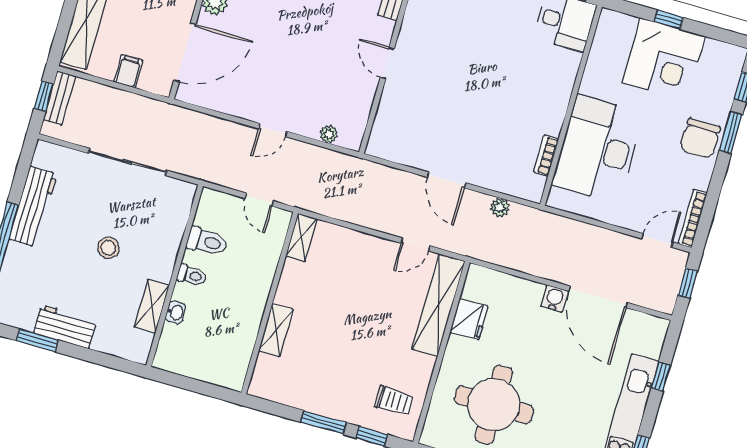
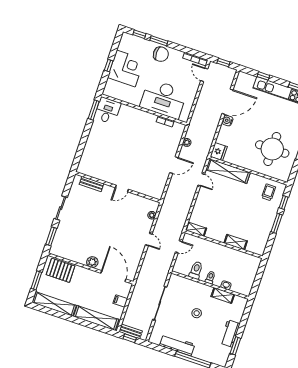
fridge: (469, 319) -> (219, 152), moved, turned 90

